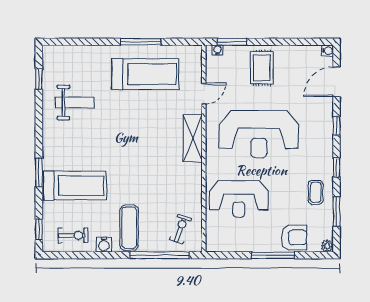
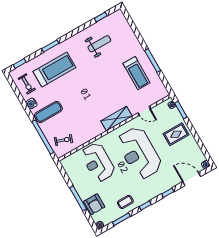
treadmill: (145, 74) -> (137, 73), width x0.73, depth x0.73
weight bench: (75, 102) -> (99, 44), turned -90
treadmill: (75, 186) -> (54, 70), turned -90

